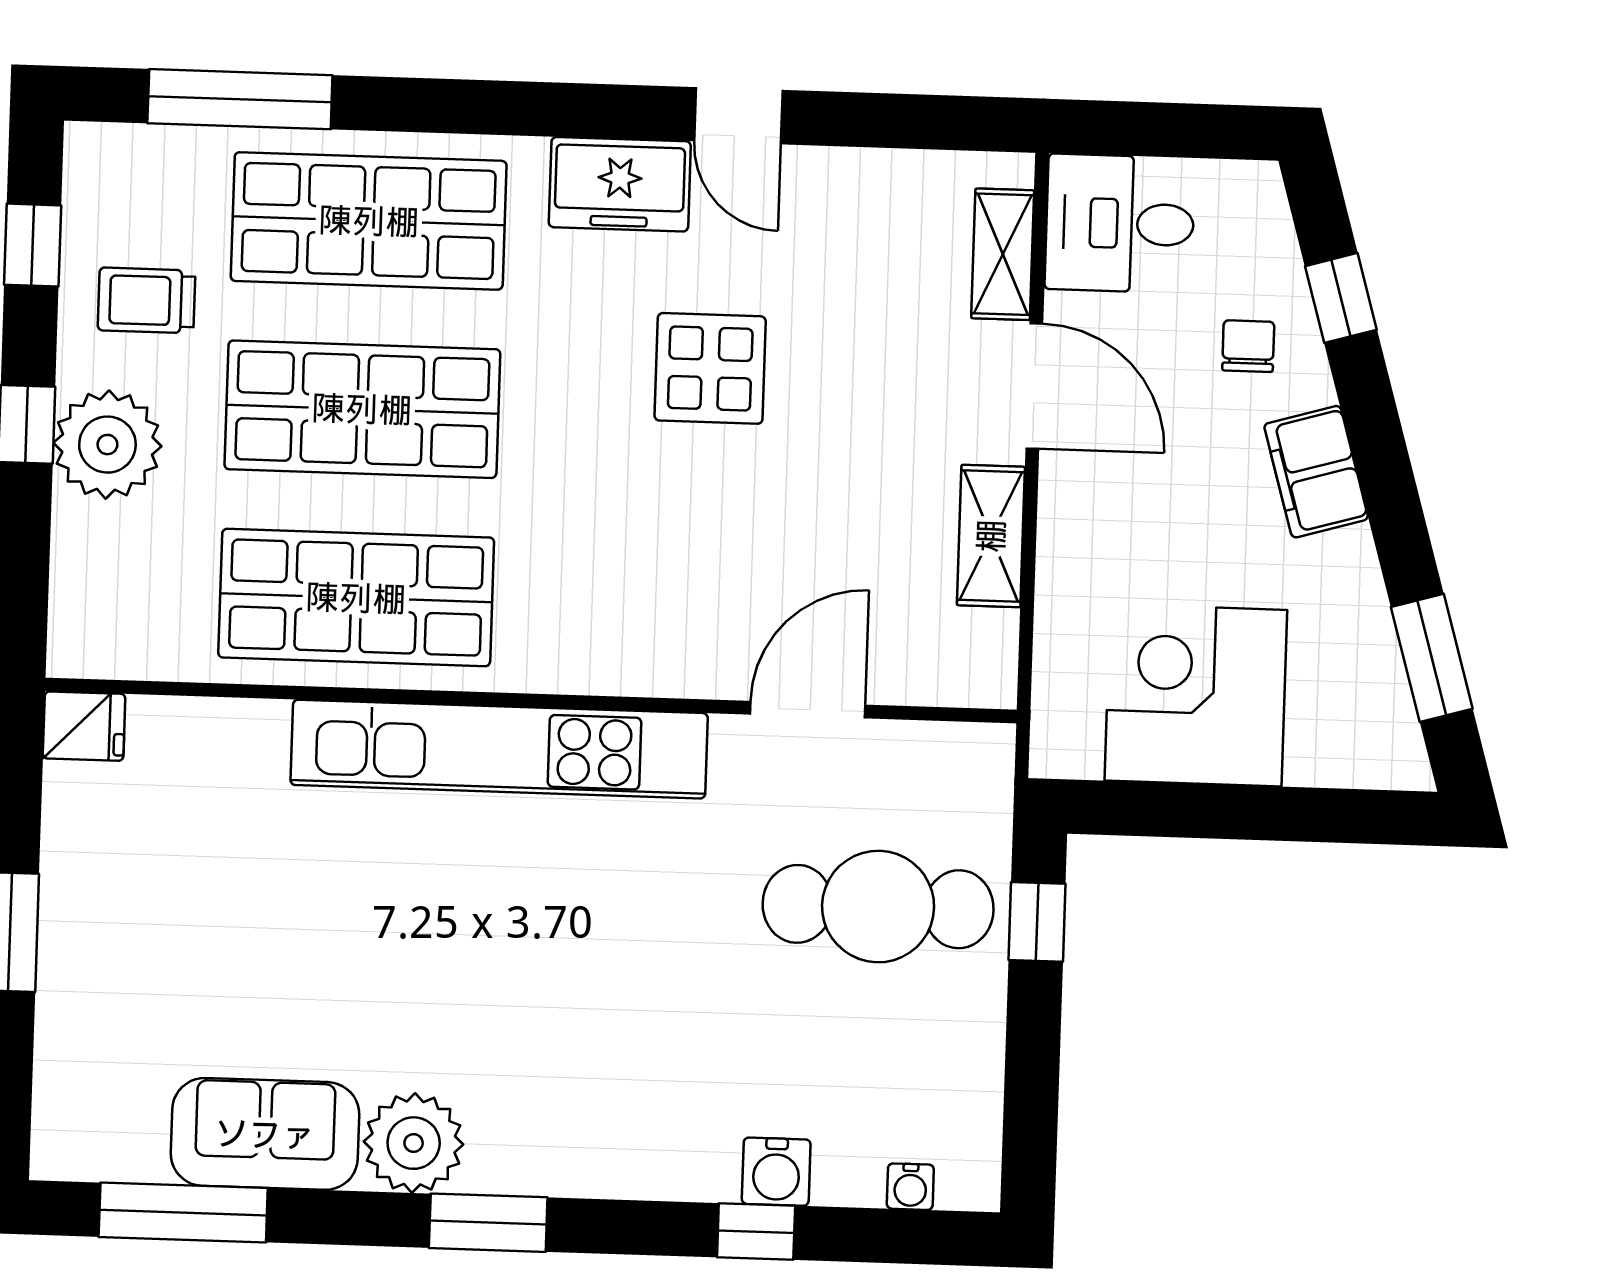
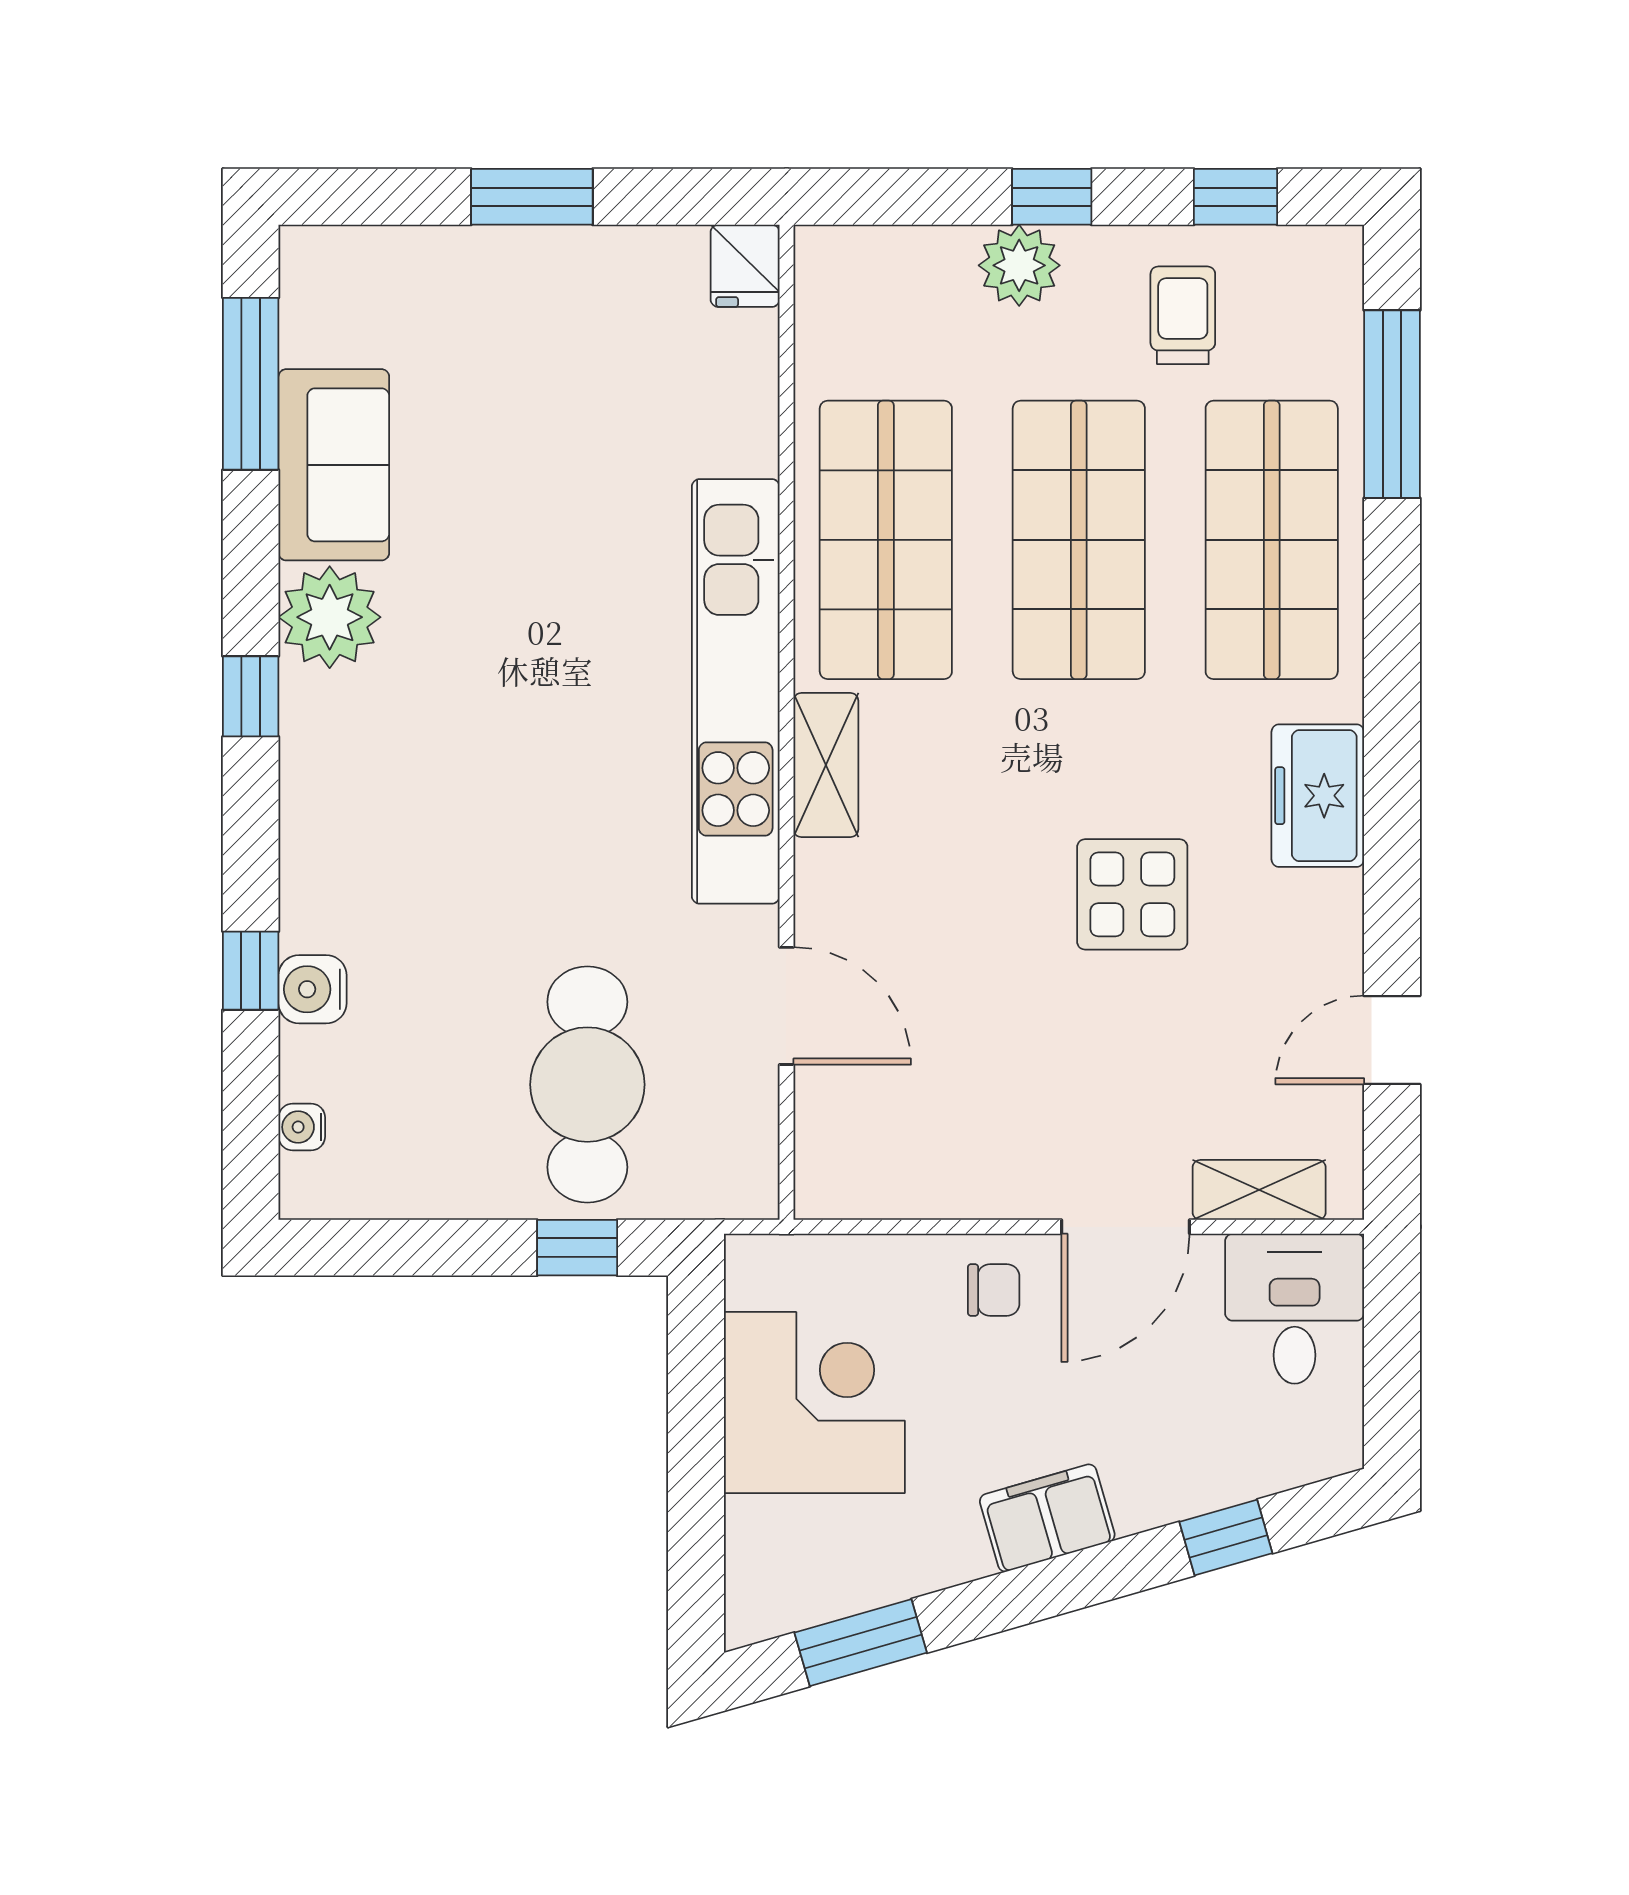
door: (738, 116) -> (1392, 1040), moved
chair: (1248, 346) -> (994, 1290), moved
plant: (107, 445) -> (1019, 265), width x0.73, depth x0.73
shelving: (991, 536) -> (826, 765), moved, turned 90
window: (488, 1223) -> (251, 696), width x0.67

